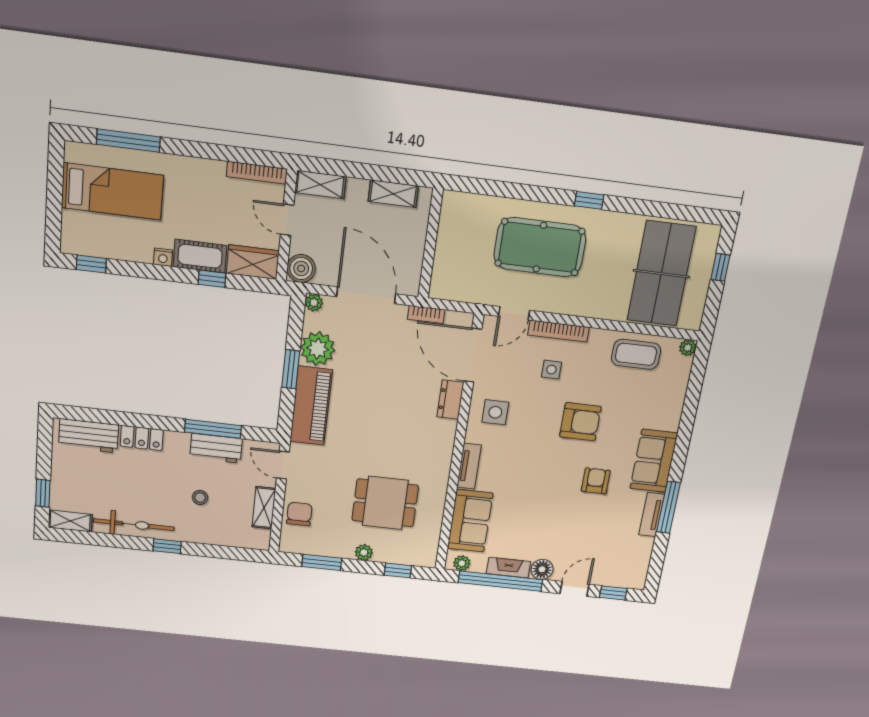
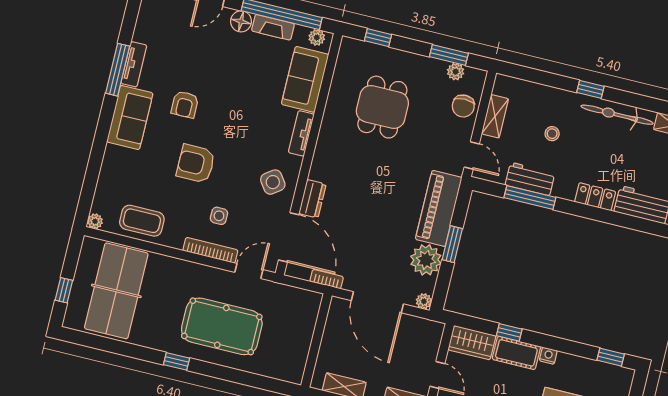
boiler: (301, 268) -> (431, 332), removed
side table: (495, 412) -> (273, 182), turned -36
dining table: (385, 503) -> (382, 107), turned 90
plant: (364, 552) -> (456, 72), moved

